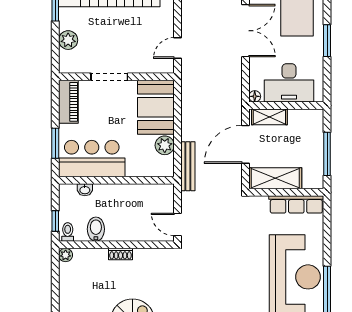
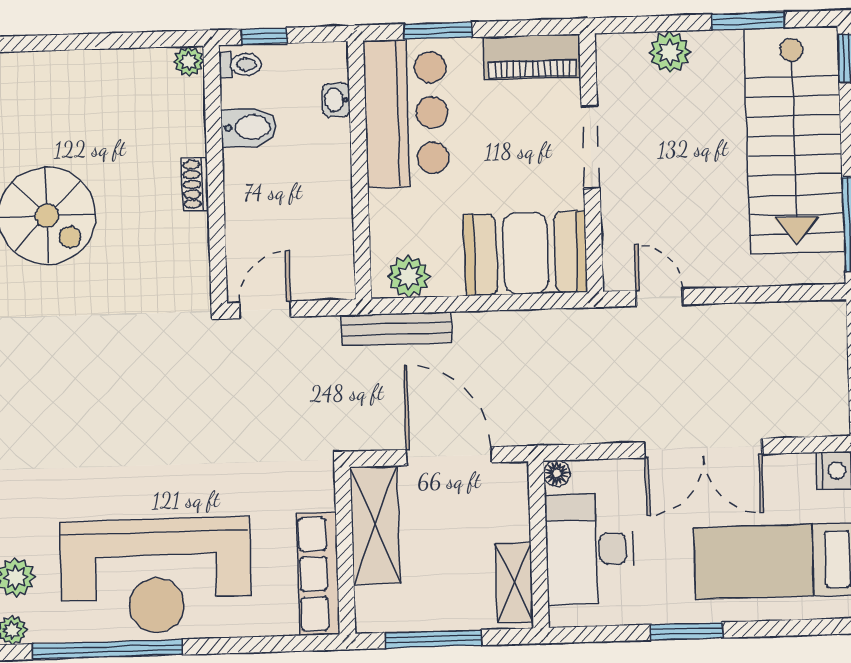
shelving: (269, 117) -> (514, 583), moved
plant: (165, 145) -> (409, 276), moved

